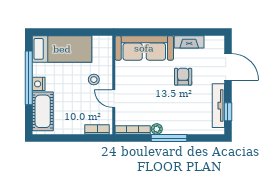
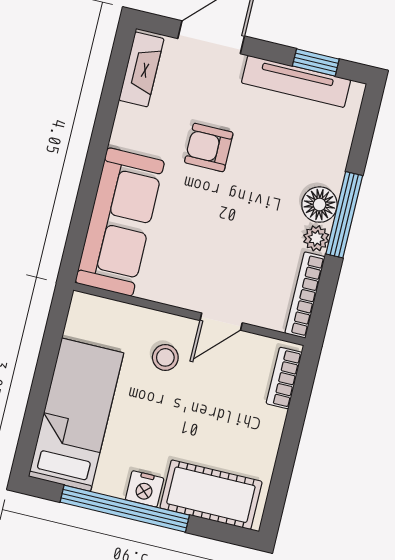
fireplace: (189, 42) -> (141, 69), moved
floor lamp: (171, 127) -> (319, 205), added

